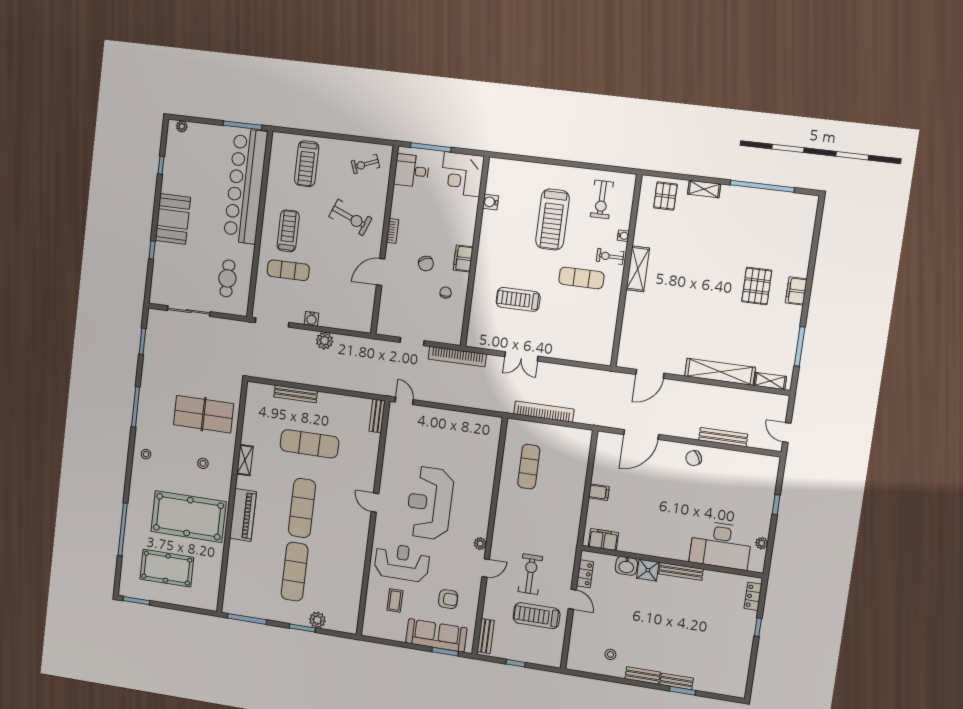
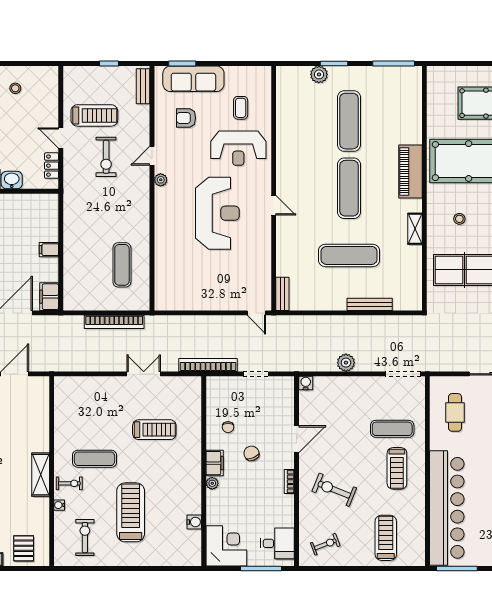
plant: (468, 239) -> (212, 483), added
water cooler: (311, 319) -> (306, 383), moved
filing cabinet: (603, 540) -> (49, 297), moved, turned 90

